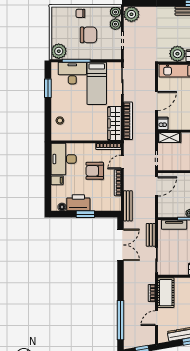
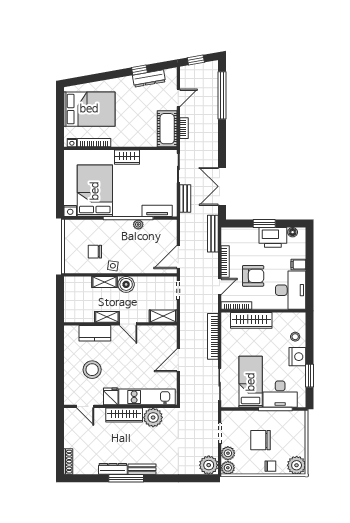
plant: (59, 51) -> (297, 465), moved
nightstand: (58, 104) -> (297, 357), added
wardrobe: (114, 123) -> (251, 320), moved, turned 90
dishwasher: (163, 123) -> (171, 333), removed

